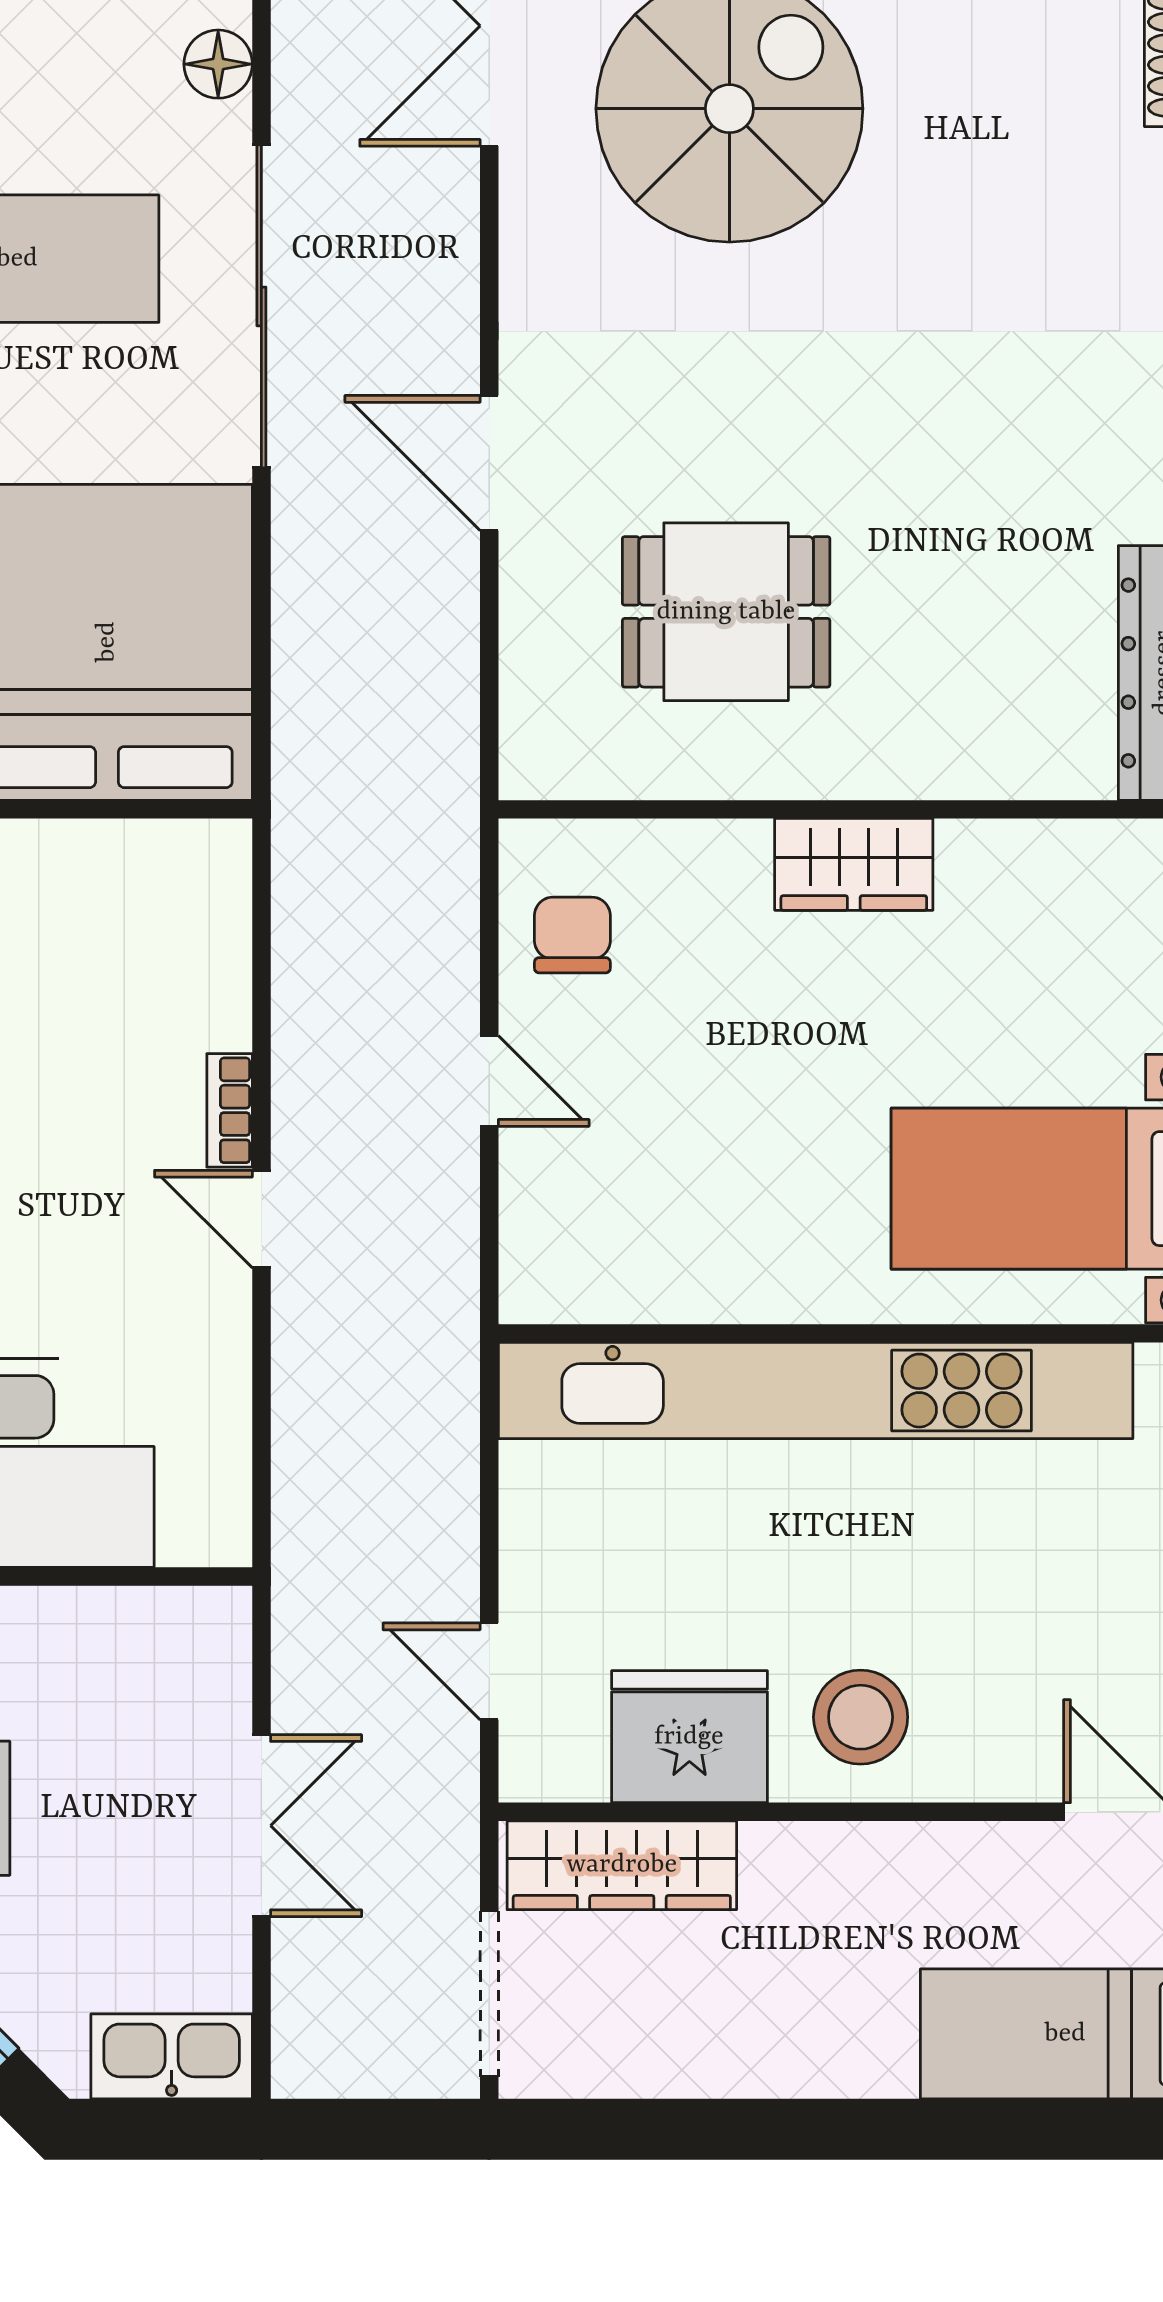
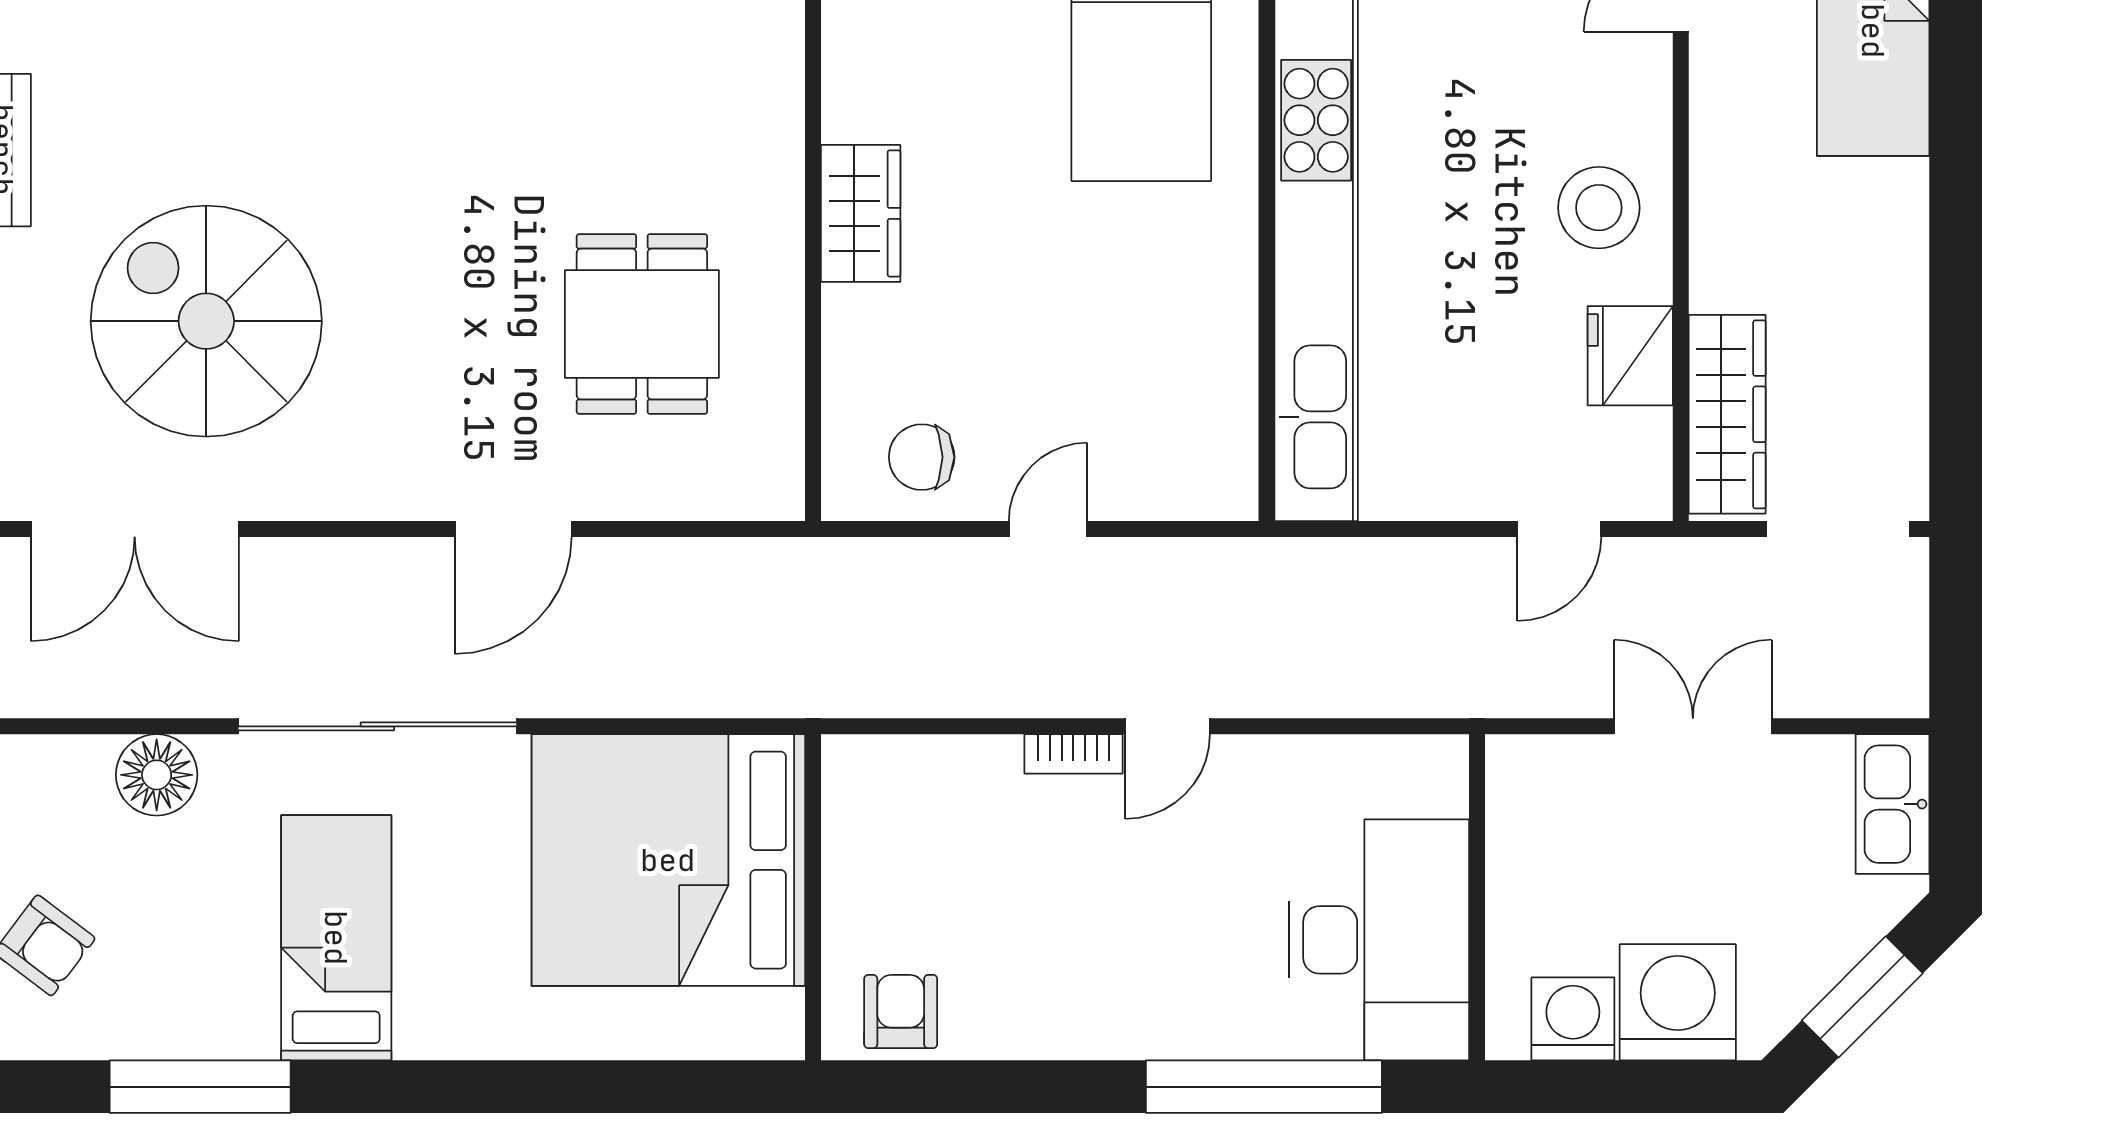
floor lamp: (218, 64) -> (157, 775), width x1.38, depth x1.38
fridge: (689, 1737) -> (1630, 356), width x0.73, depth x0.75

